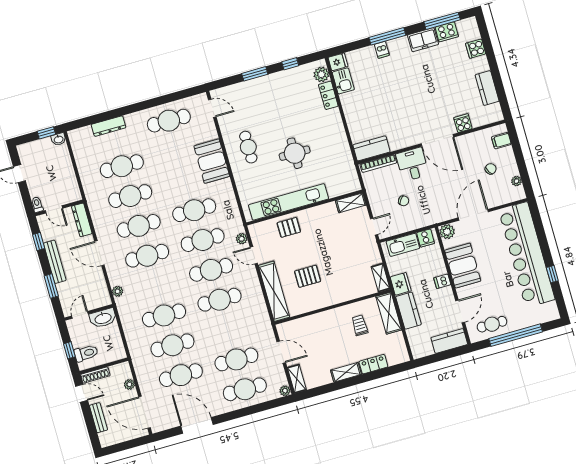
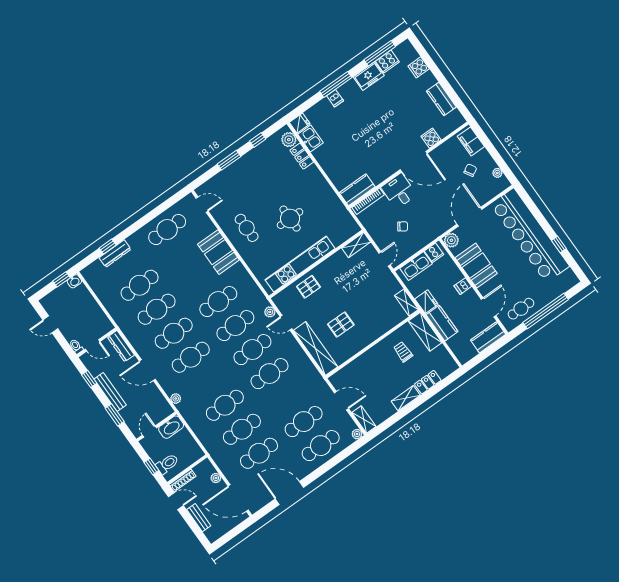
window: (104, 117) -> (108, 247), added
filing cabinet: (501, 141) -> (471, 141), width x2.00

